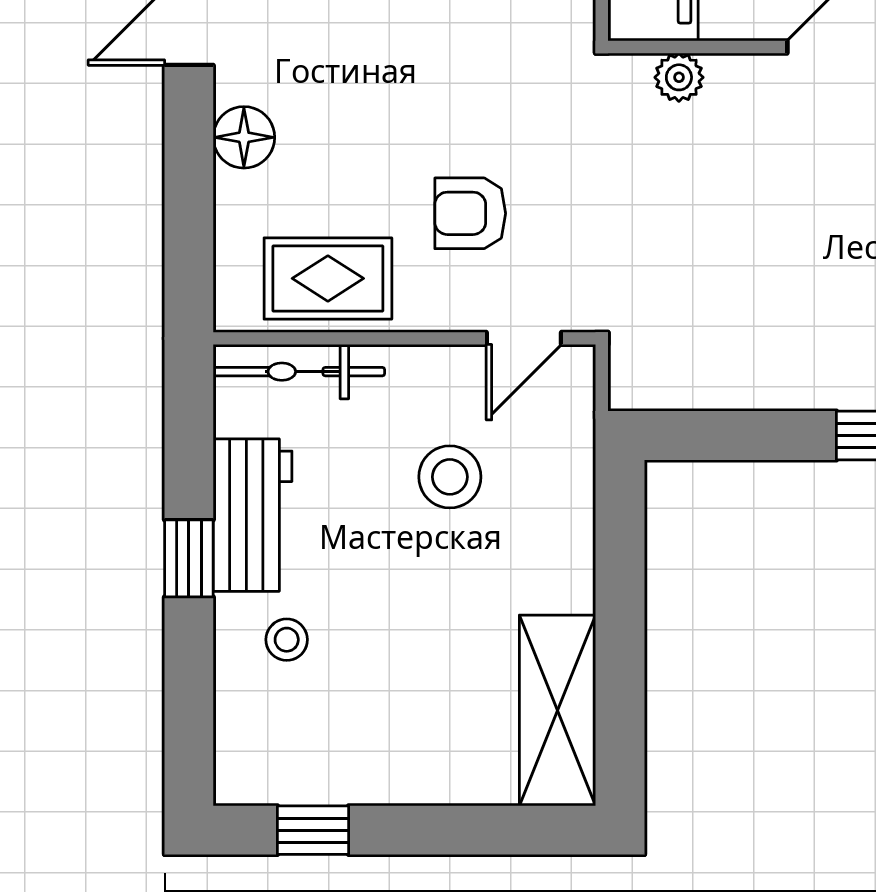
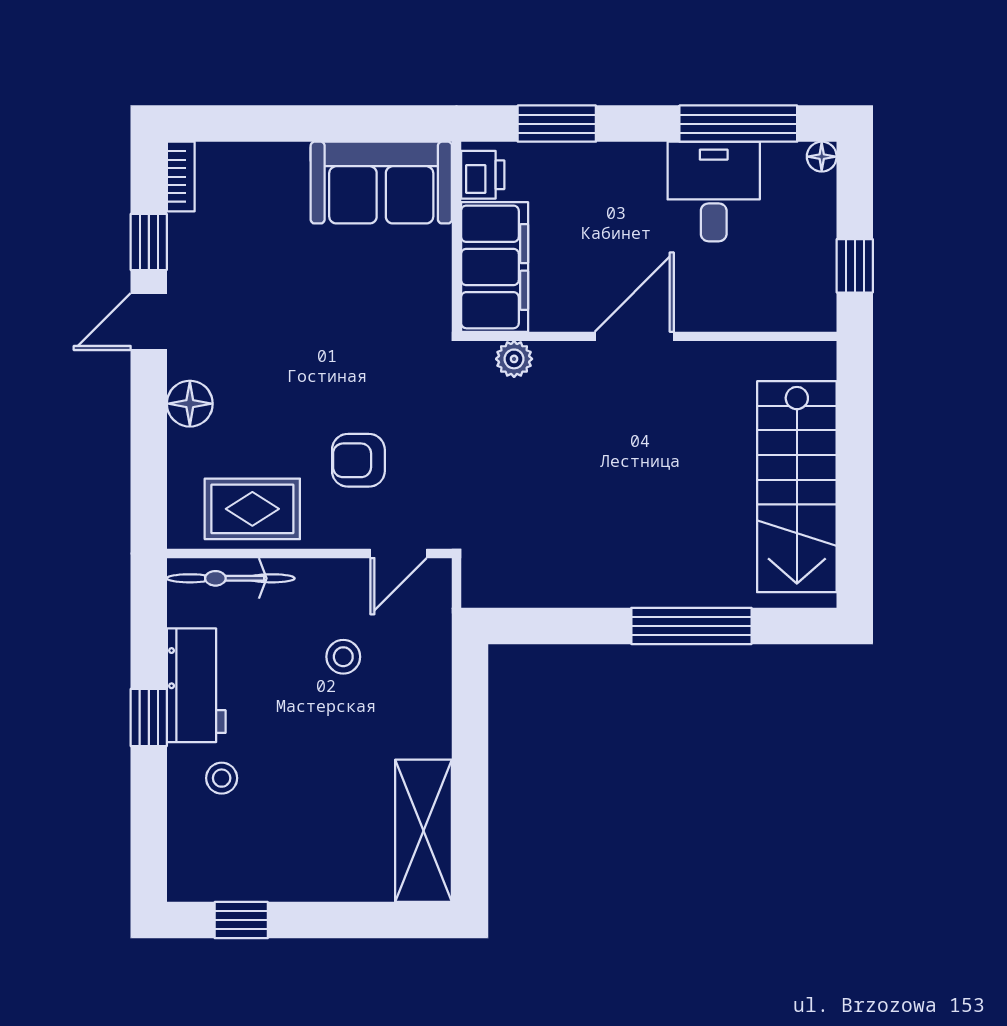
stool: (450, 477) -> (343, 657), width x0.73, depth x0.73

